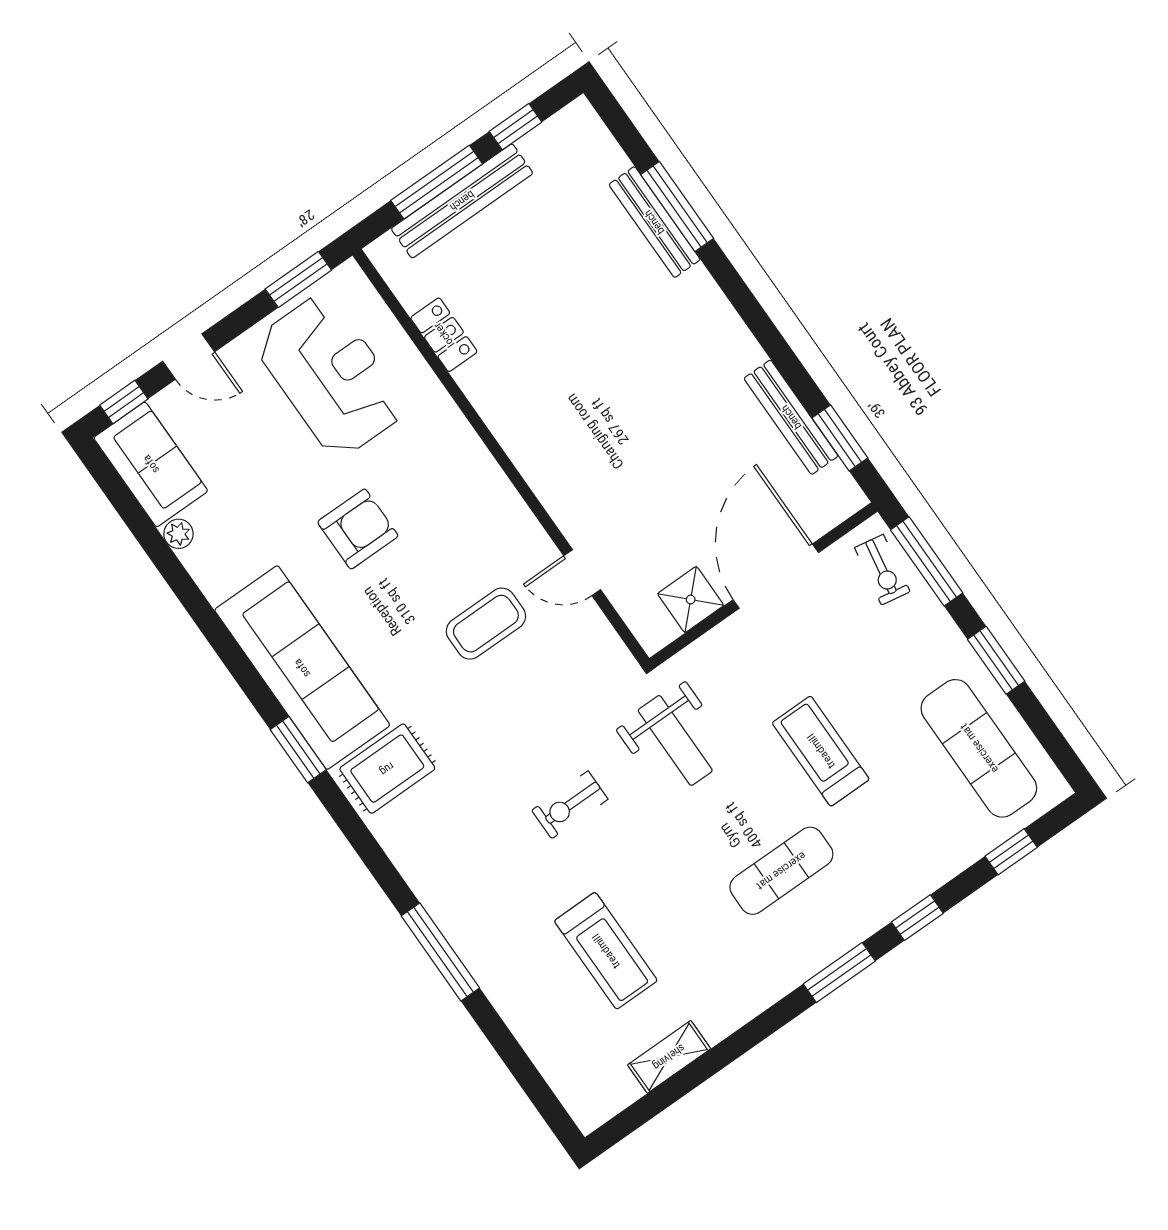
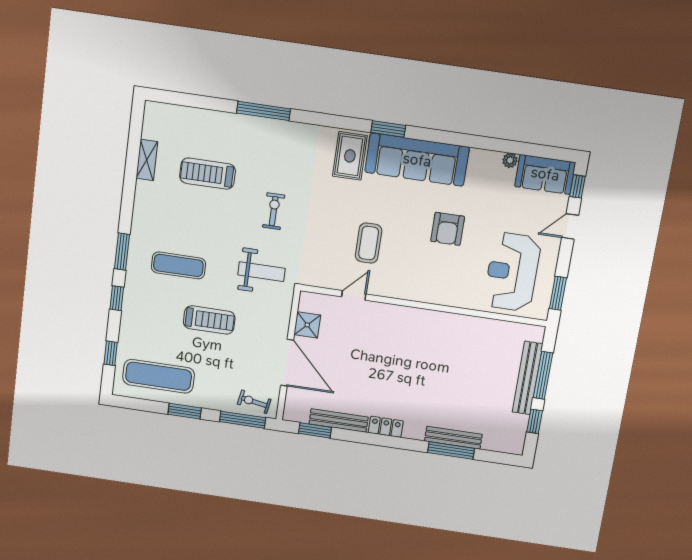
locker: (444, 335) -> (386, 427), moved, turned 180
reception desk: (331, 376) -> (512, 272), turned 90
weight bench: (675, 740) -> (261, 272), turned 180
exercise mat: (781, 871) -> (178, 265), turned 90

